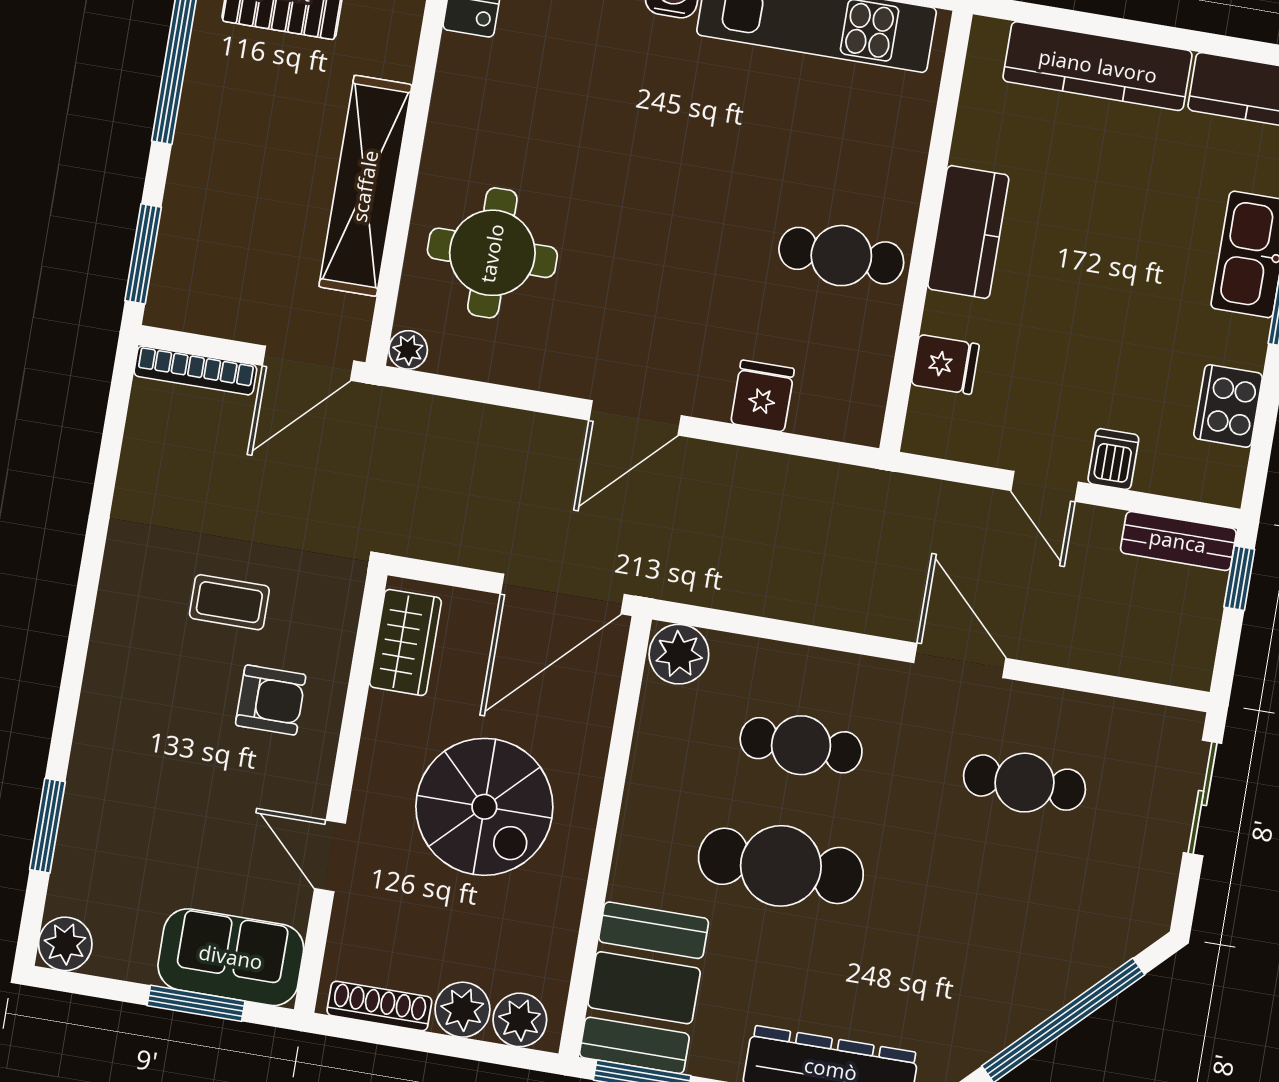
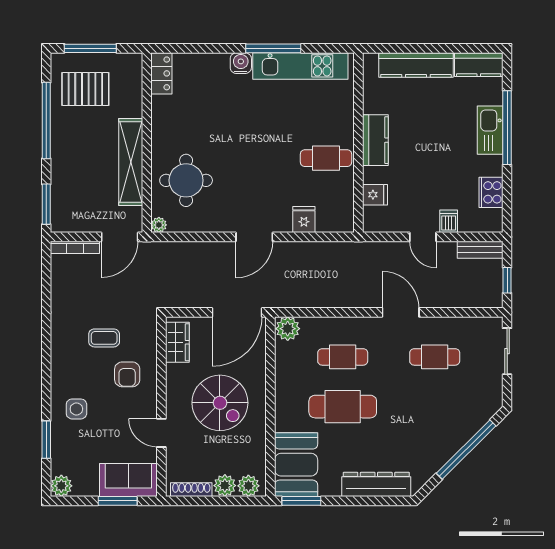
window: (1239, 578) -> (507, 280), moved
armchair: (271, 700) -> (127, 374), turned 90
side table: (133, 763) -> (76, 409), added

